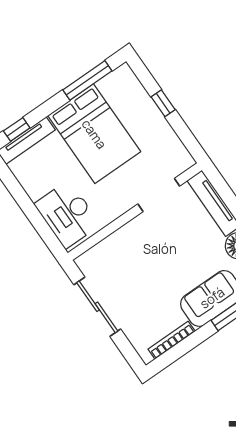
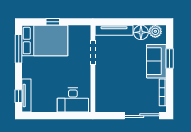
bed: (94, 134) -> (45, 41), moved
sliding door: (97, 307) -> (142, 116), moved

